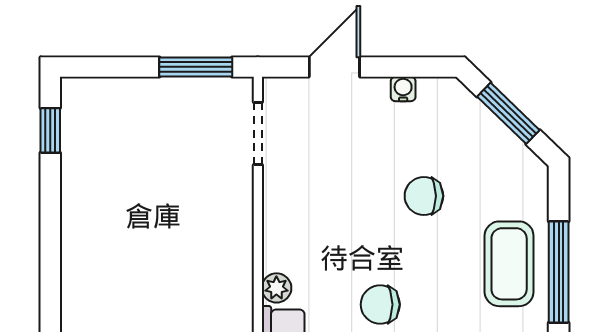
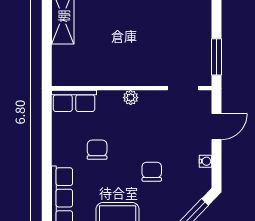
door: (334, 67) -> (217, 127), hinge flipped
plant: (276, 288) -> (131, 98), moved

